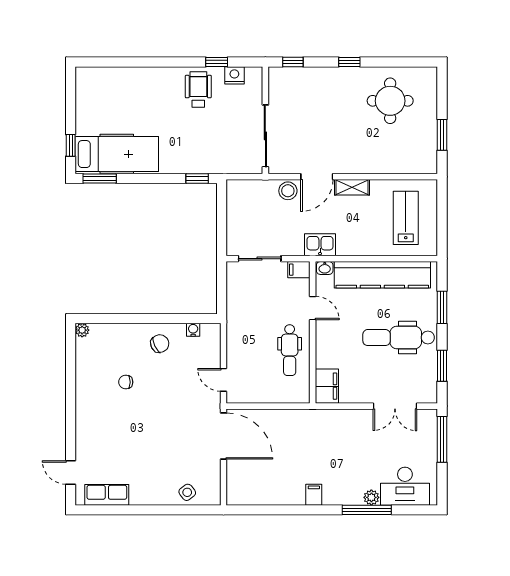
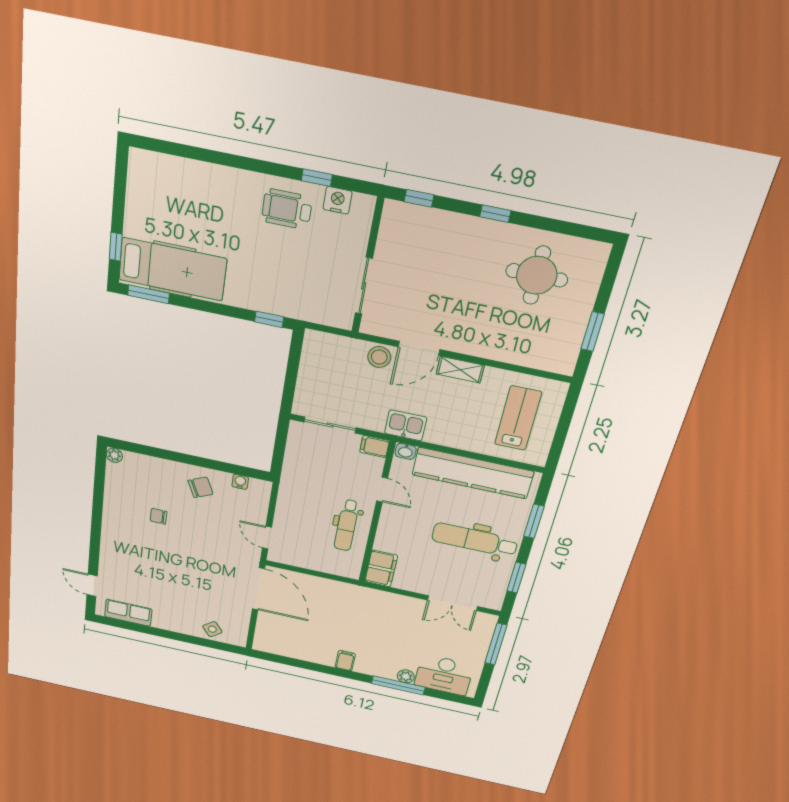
wheelchair: (198, 89) -> (287, 209), turned -90
sliding door: (265, 136) -> (364, 286), width x0.73

